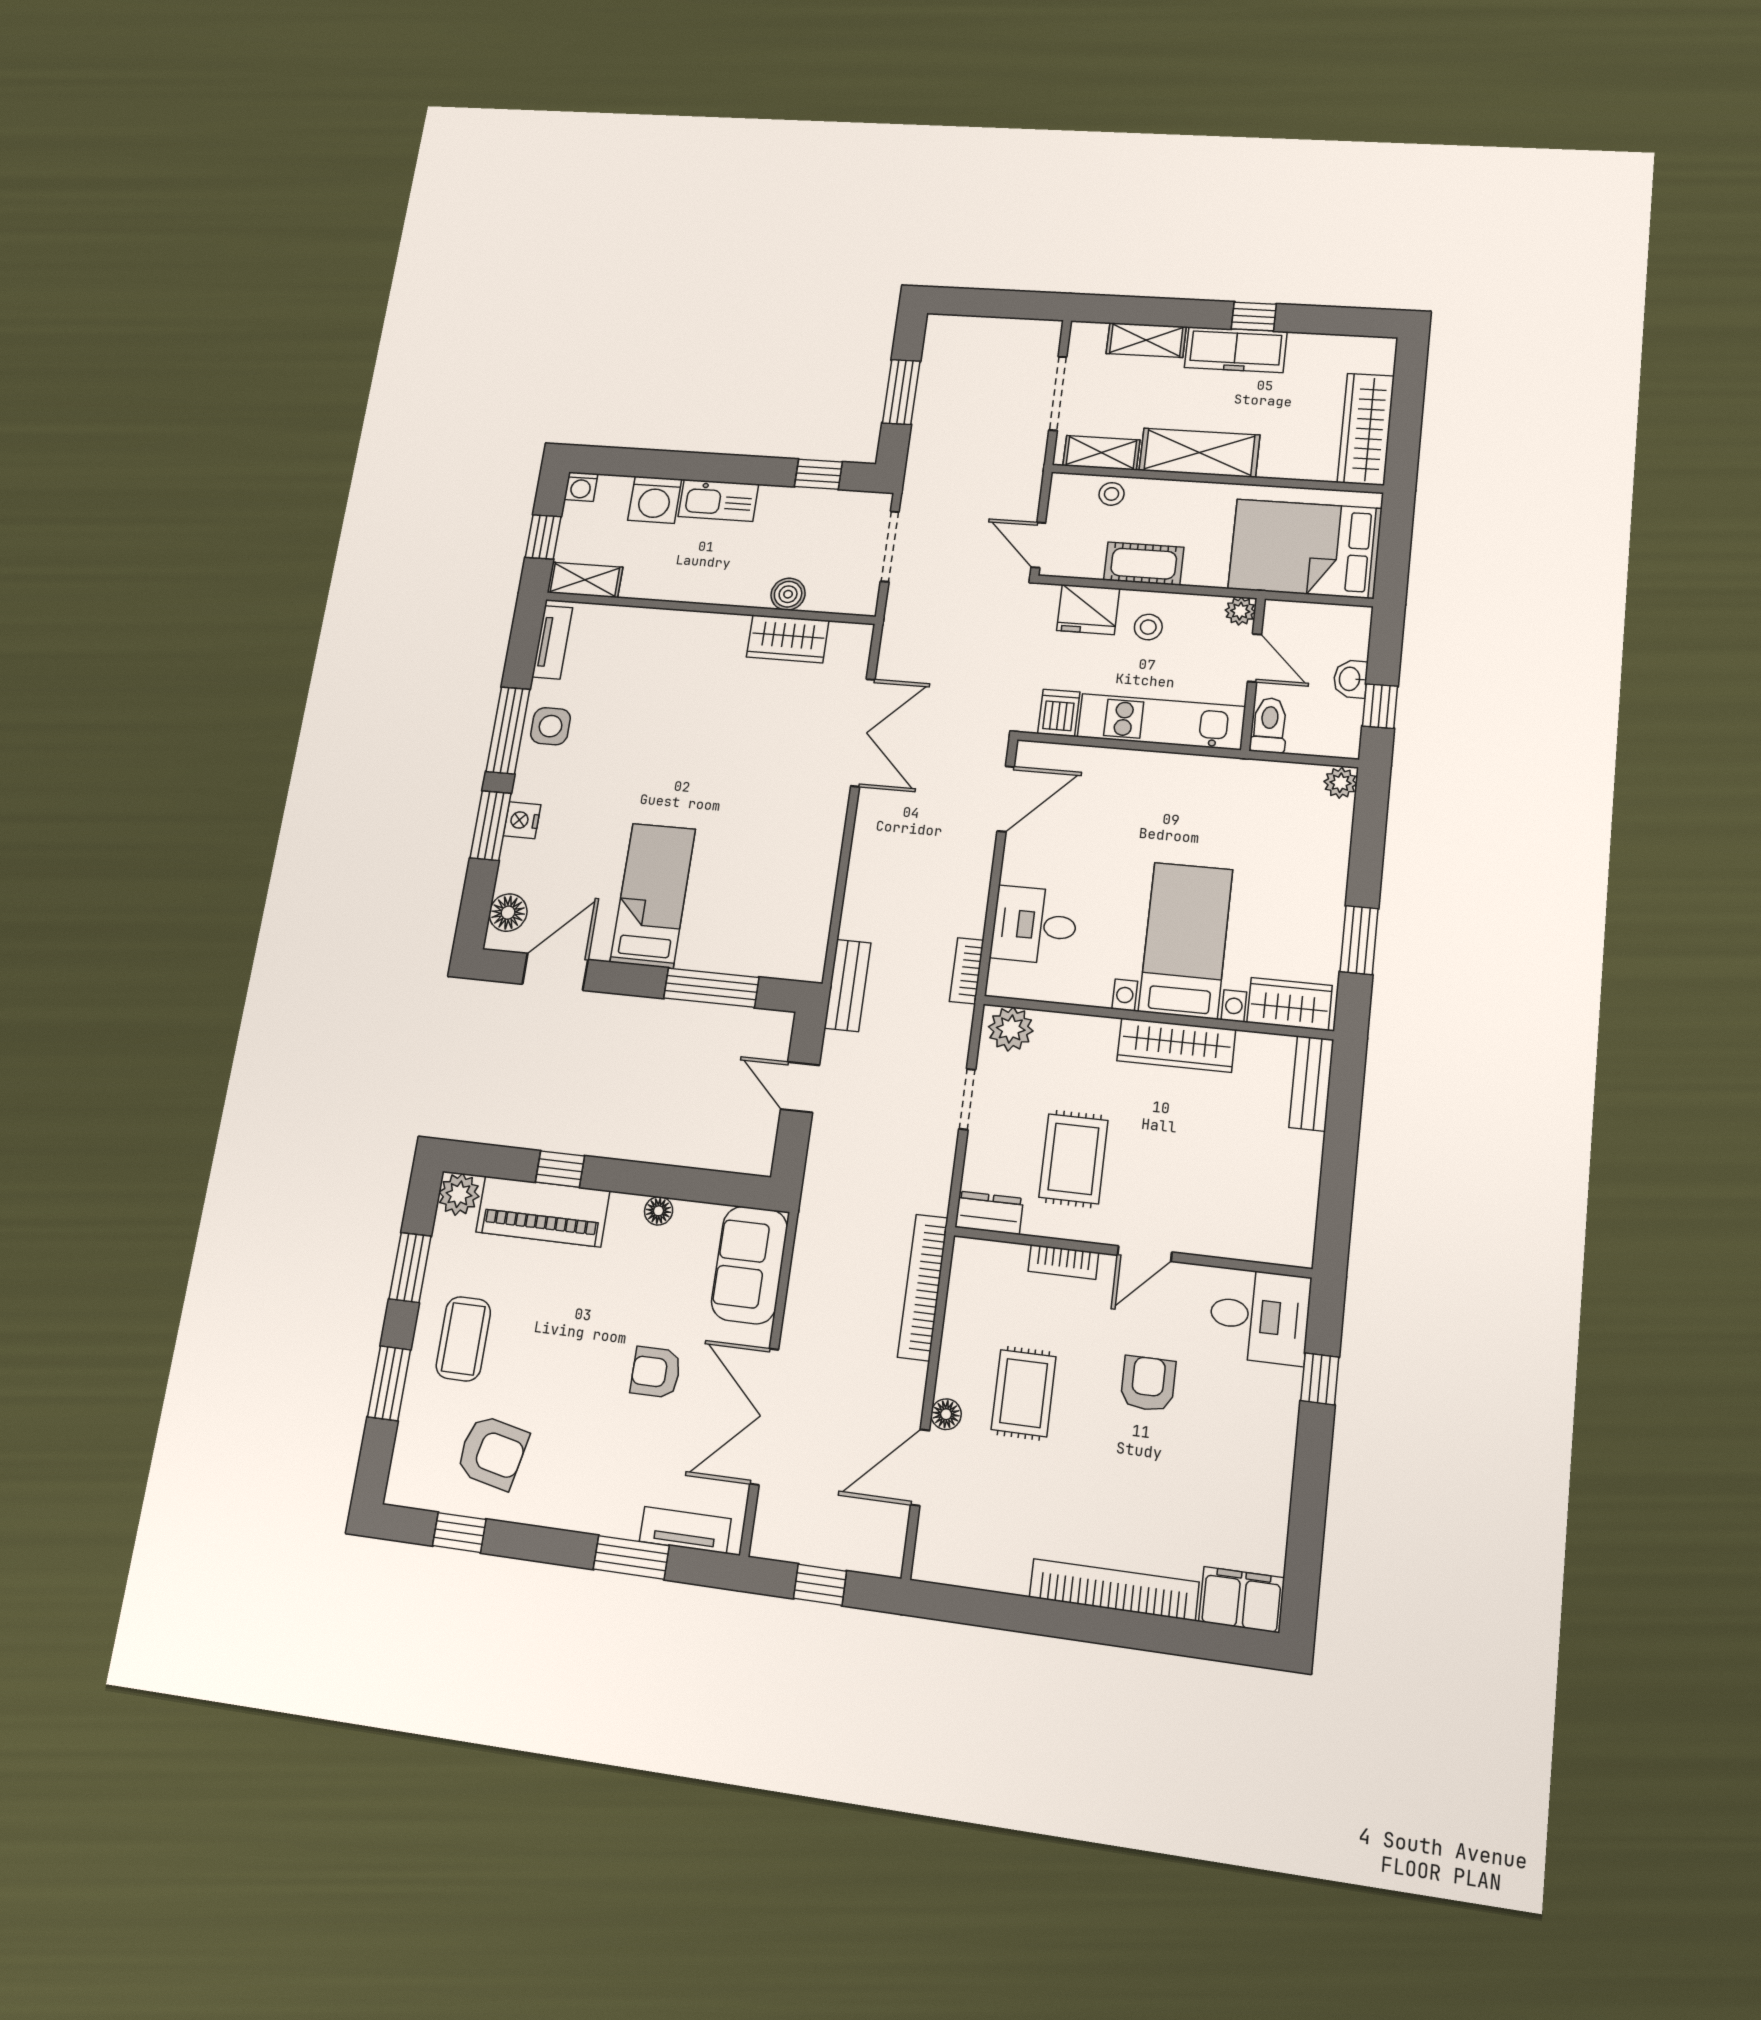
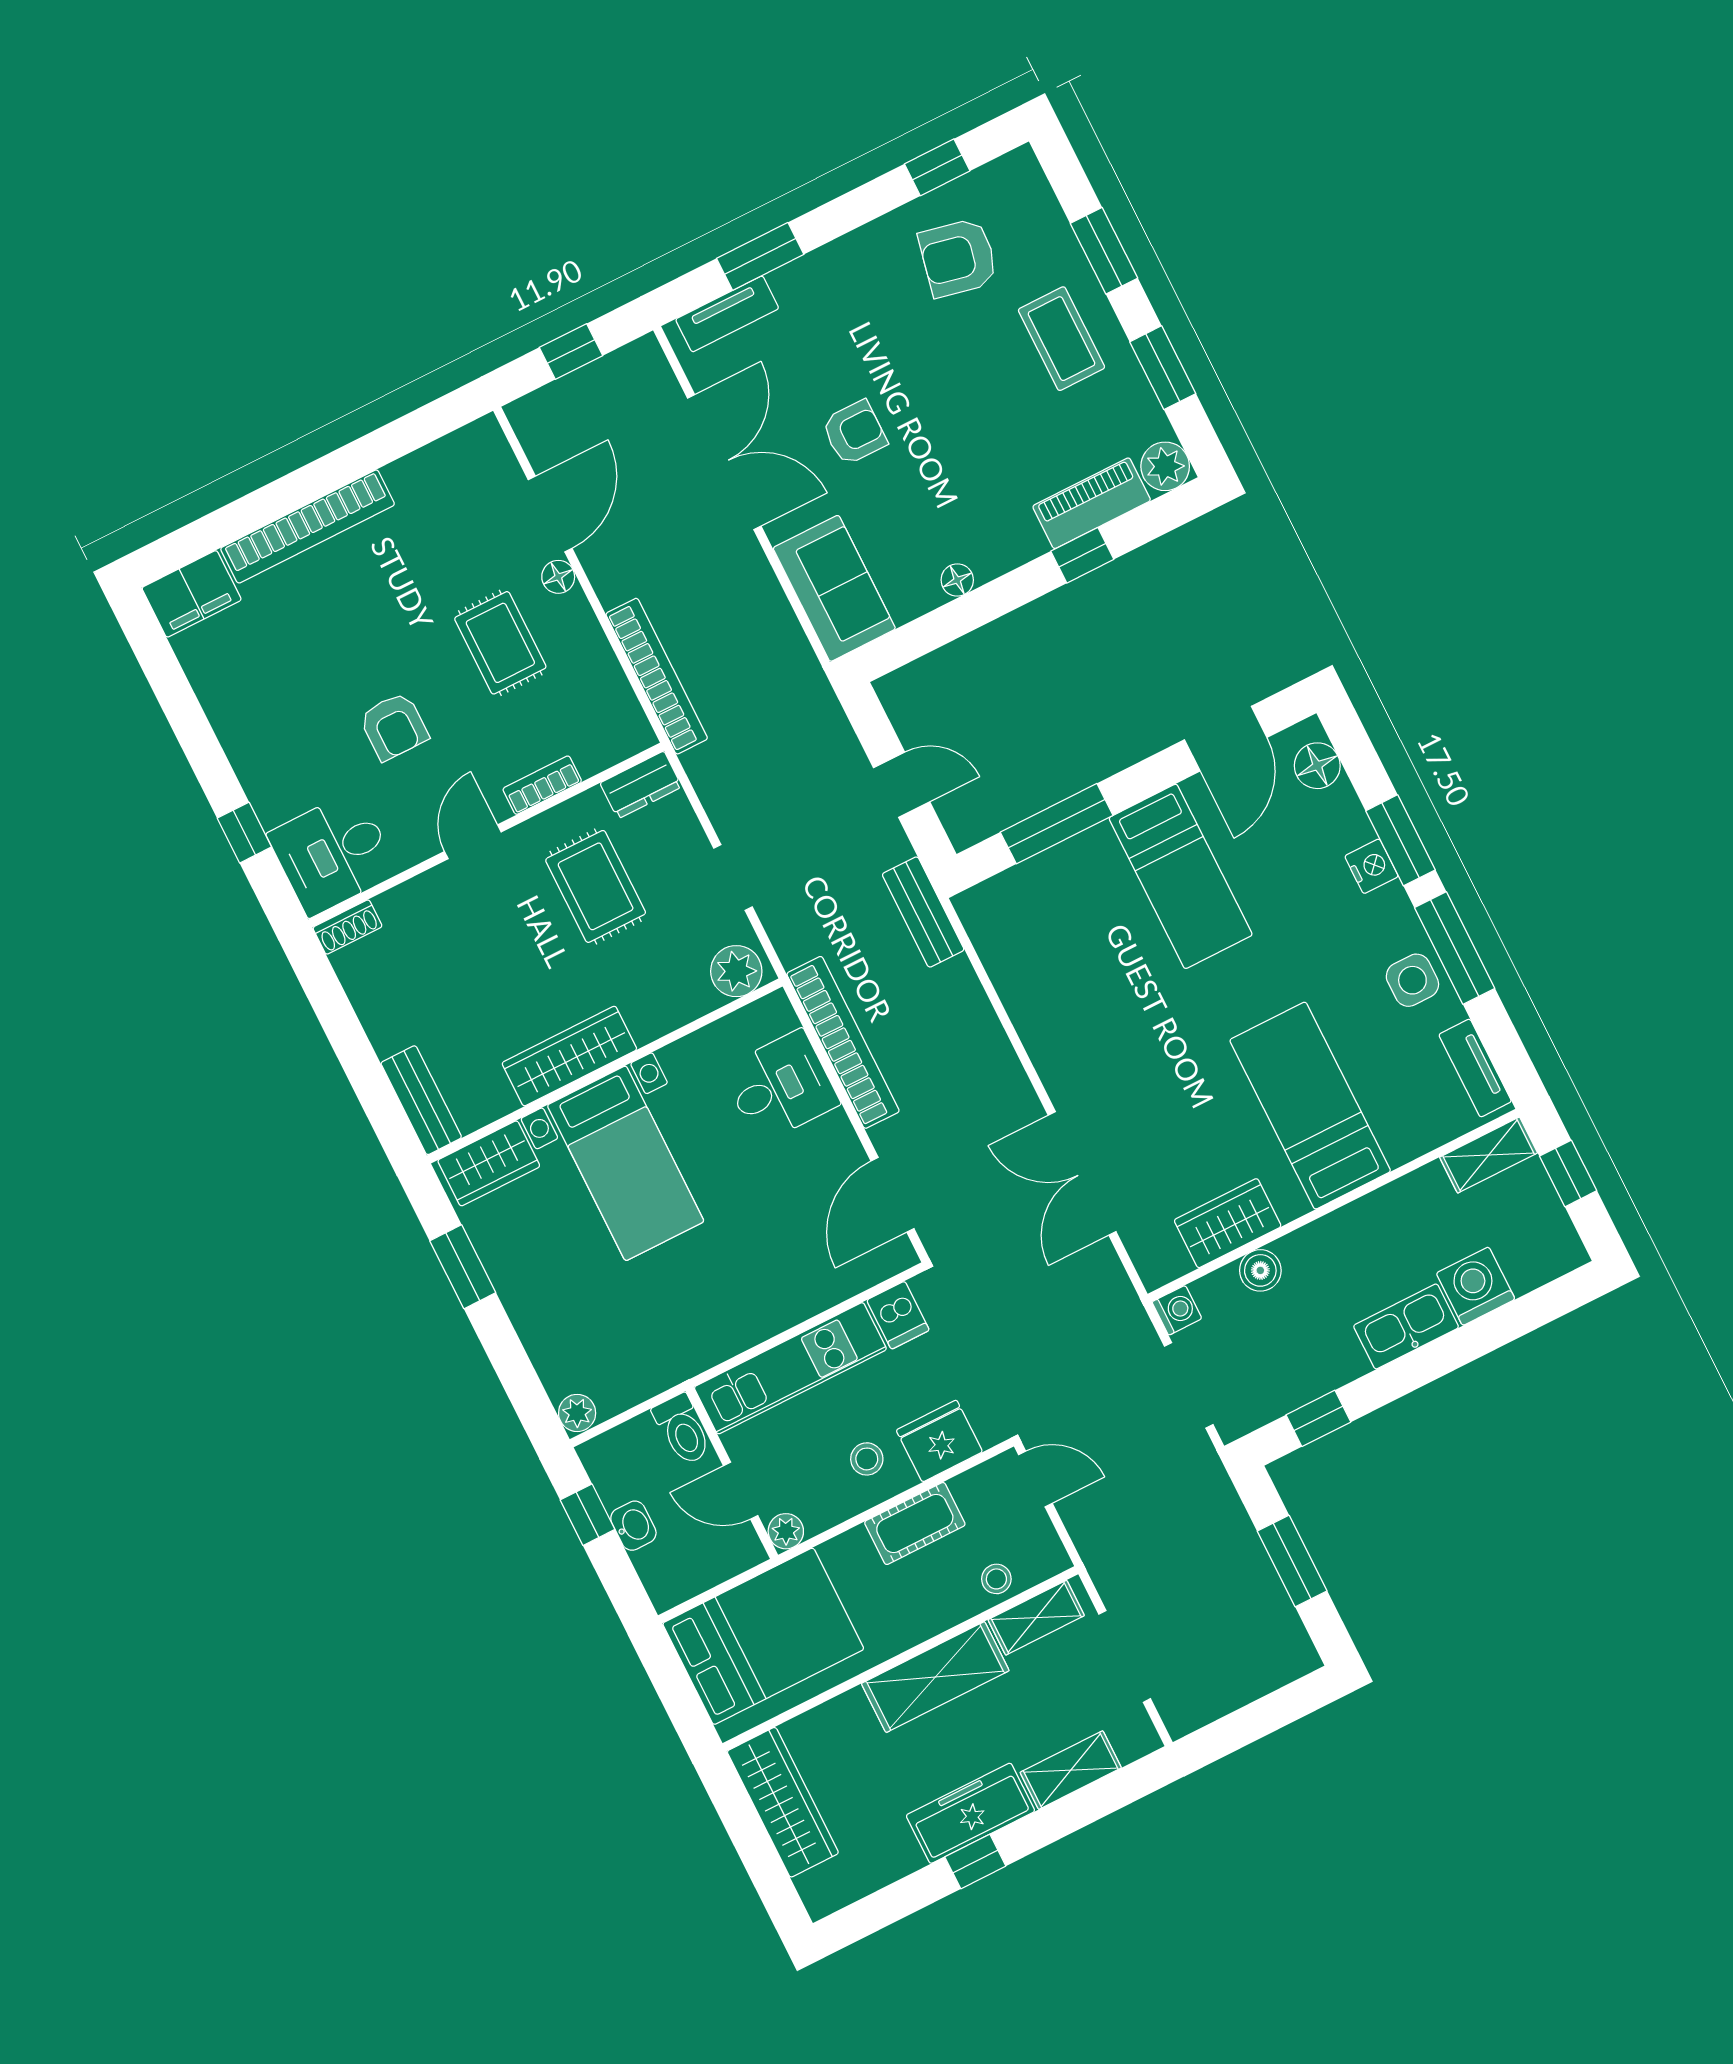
washing machine: (581, 487) -> (1177, 1310), moved, turned 90
bed: (677, 684) -> (1310, 1106), added
bookcase: (967, 971) -> (843, 1042), width x2.31, depth x1.31
piano: (543, 1211) -> (1092, 503), width x0.73, depth x0.75
shoe rack: (1285, 1252) -> (347, 927), added

